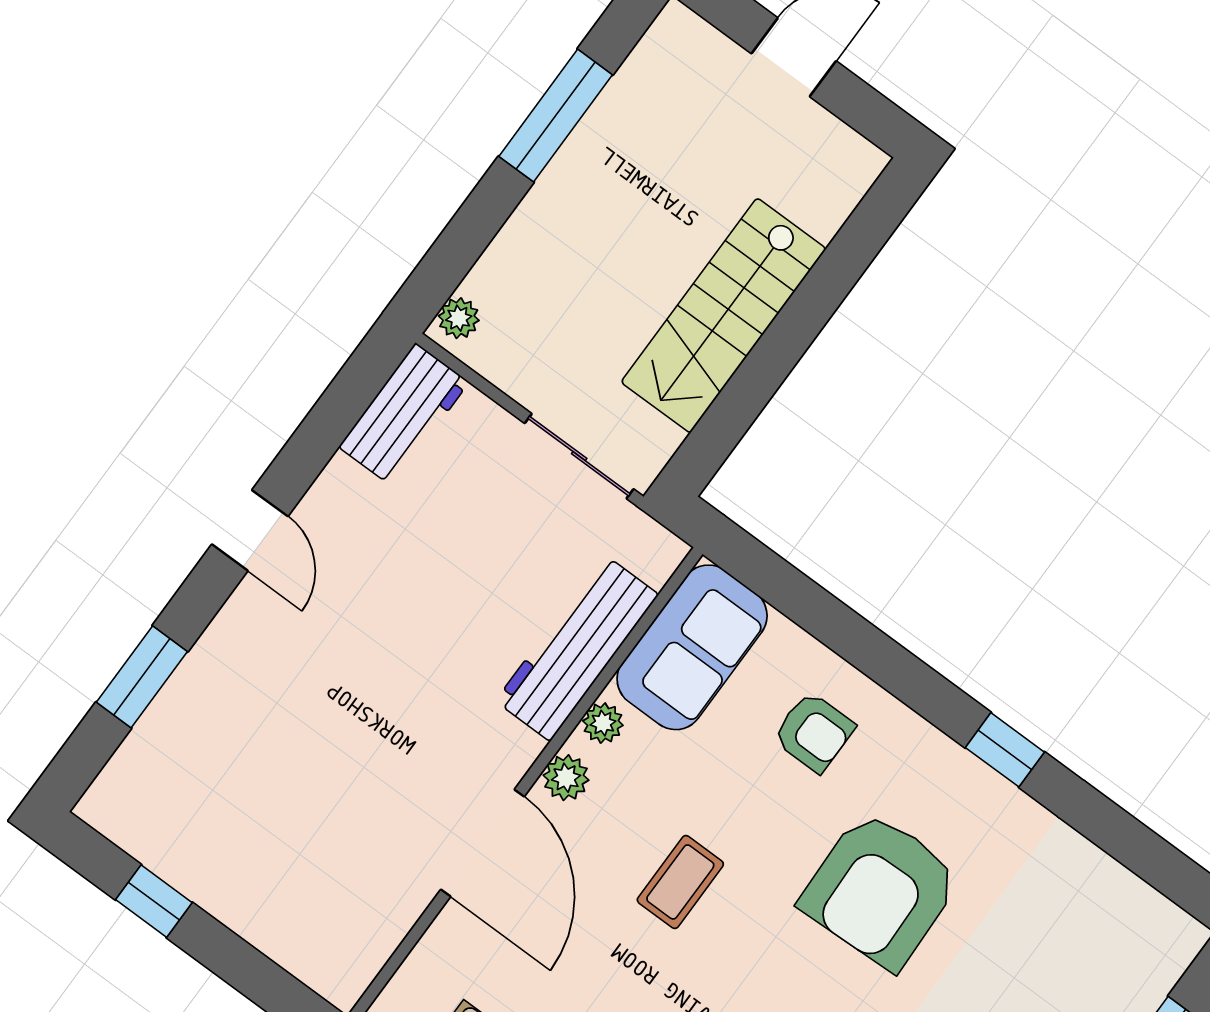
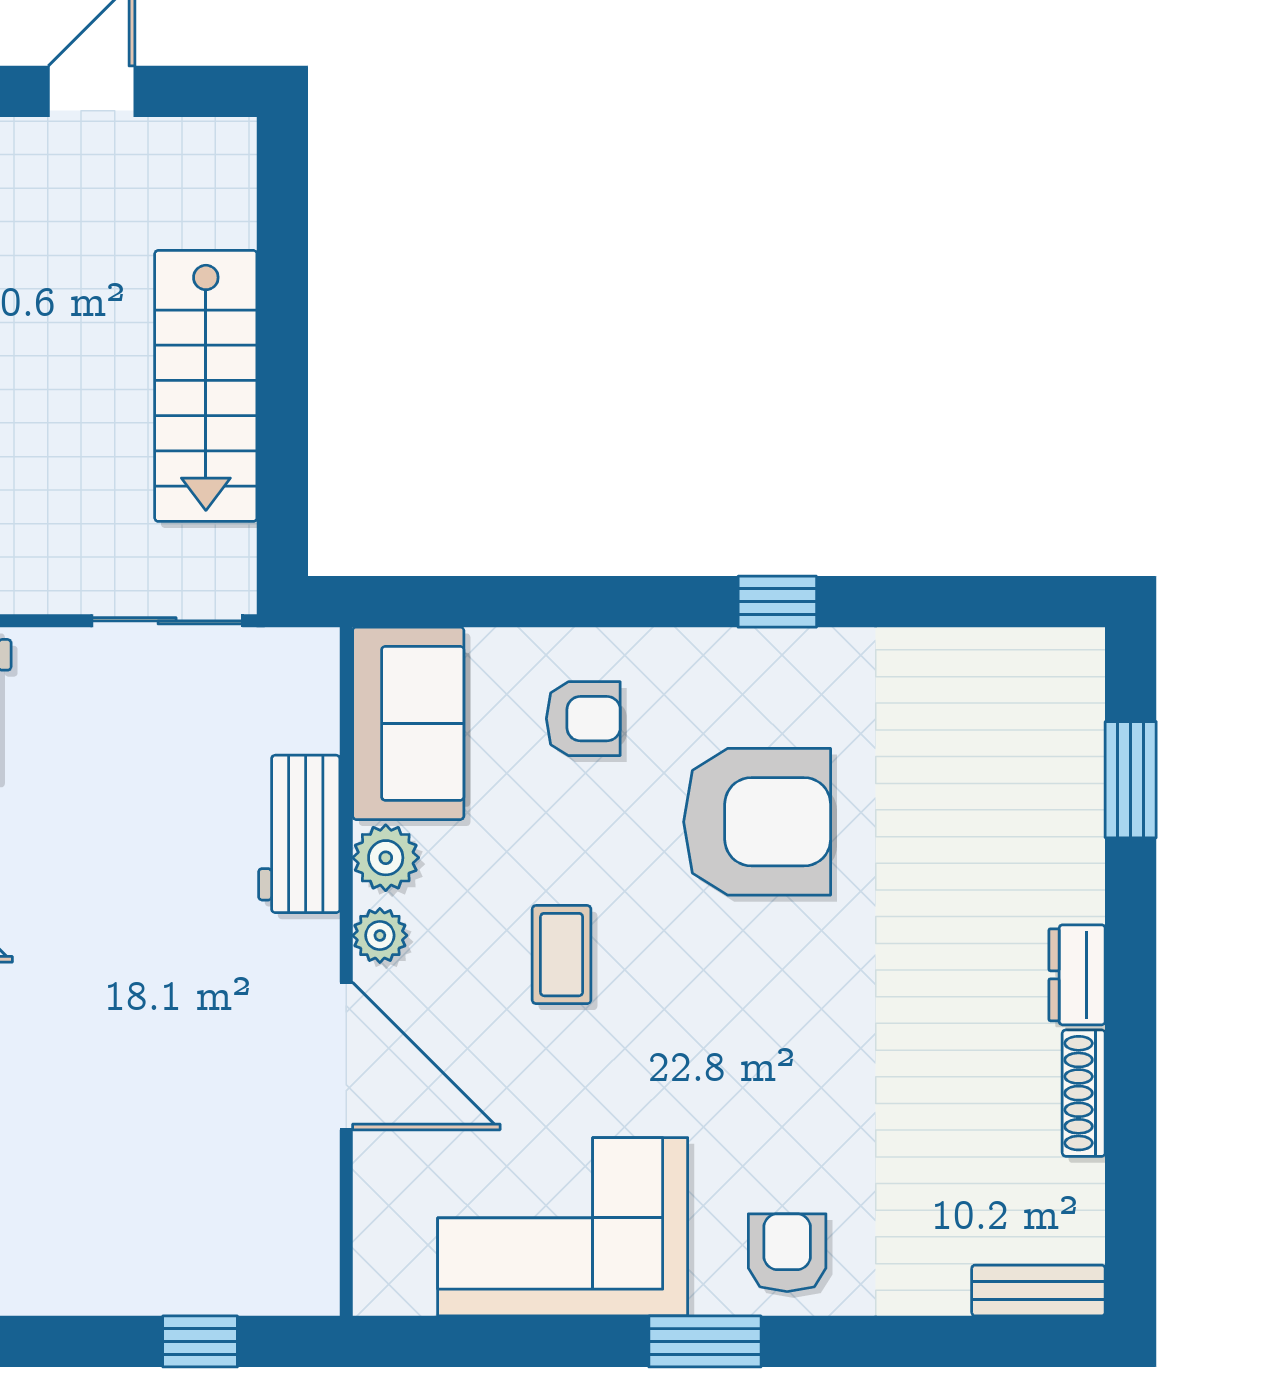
workbench: (577, 648) -> (299, 834), width x0.73
plant: (603, 723) -> (386, 858), width x1.38, depth x1.38
armchair: (880, 890) -> (757, 822), turned -88
window: (154, 901) -> (200, 1341), moved

